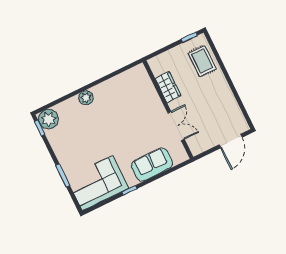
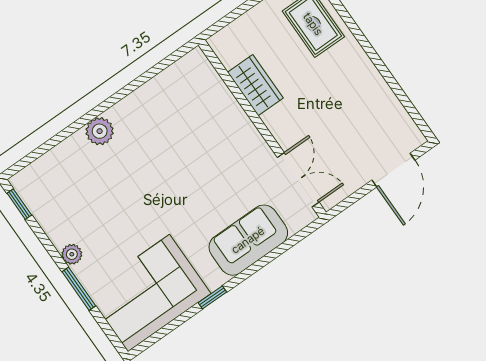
plant: (48, 119) -> (72, 254), moved, width x0.53, depth x0.53
double door: (176, 126) -> (298, 180), moved

